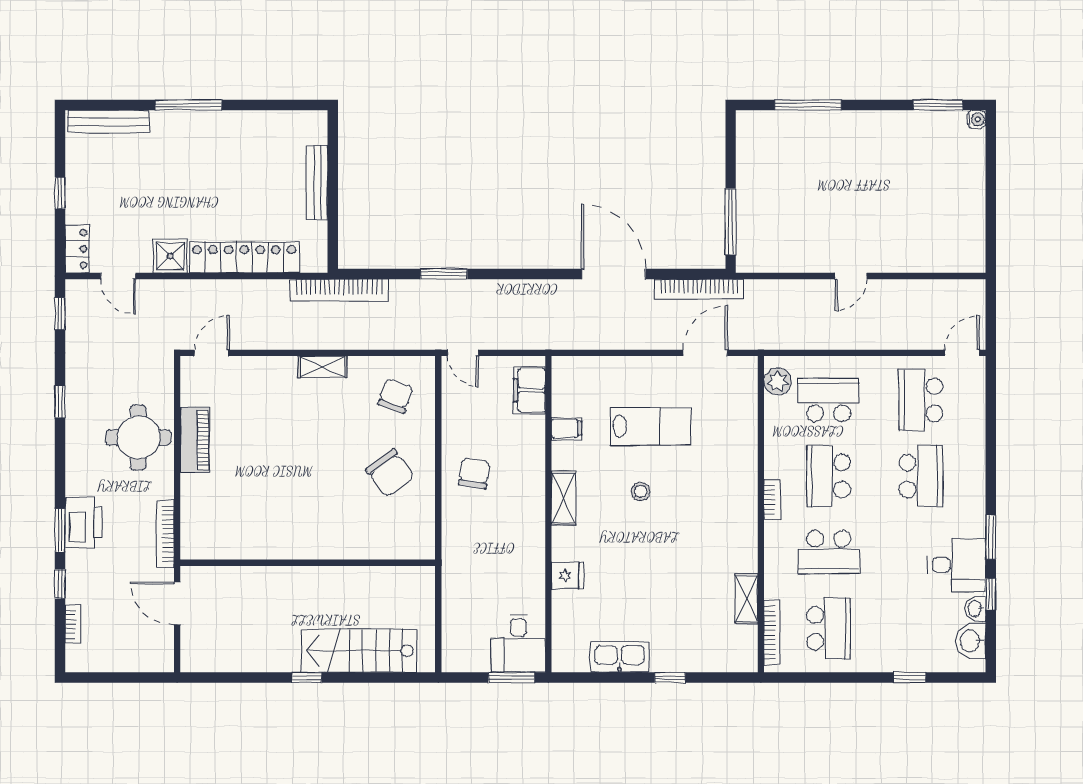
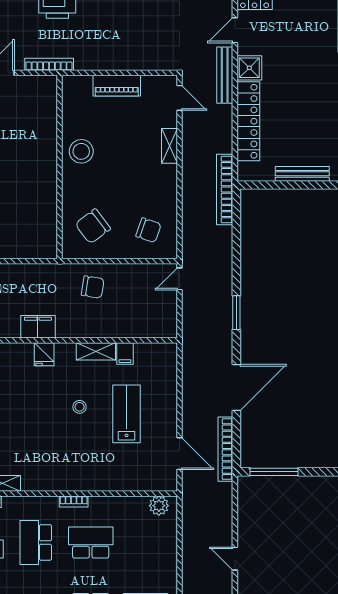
window: (444, 274) -> (236, 313), moved
bench: (180, 290) -> (225, 75), added
shelving: (323, 367) -> (169, 146), moved
filing cabinet: (529, 390) -> (38, 327), moved
school desk: (829, 400) -> (146, 542), removed
lab bench: (650, 426) -> (126, 414), turned 180
round table: (138, 437) -> (118, 45), removed
stool: (286, 489) -> (81, 151), added
shelving: (564, 498) -> (96, 351), moved
wall: (308, 563) -> (60, 167), moved
fridge: (568, 576) -> (44, 354), moved

